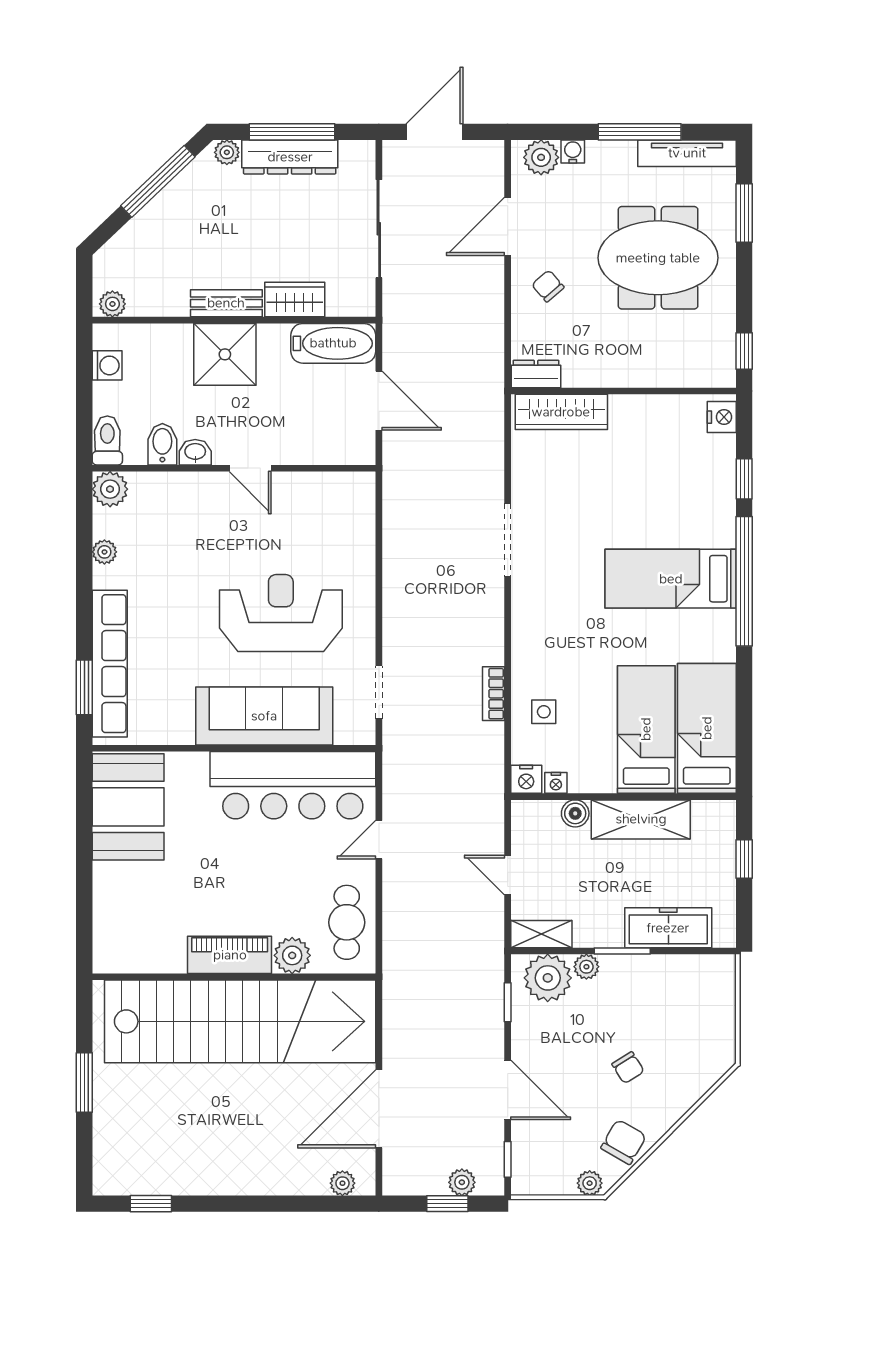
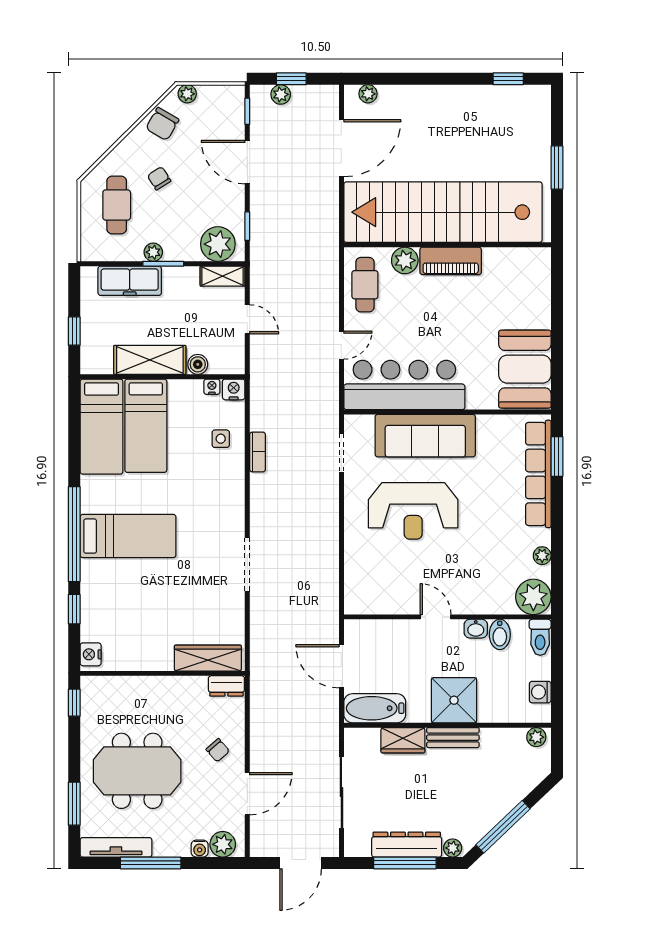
plant: (110, 489) -> (533, 597), width x1.36, depth x1.36
plant: (586, 967) -> (153, 252), moved
cafe table: (686, 1031) -> (117, 205), added

